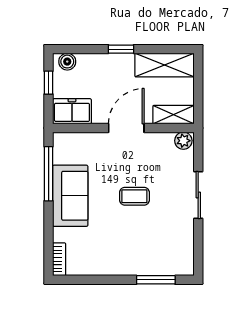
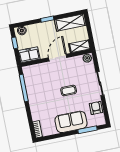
sofa: (70, 196) -> (71, 122), moved, turned -90
armchair: (181, 241) -> (96, 108), added

